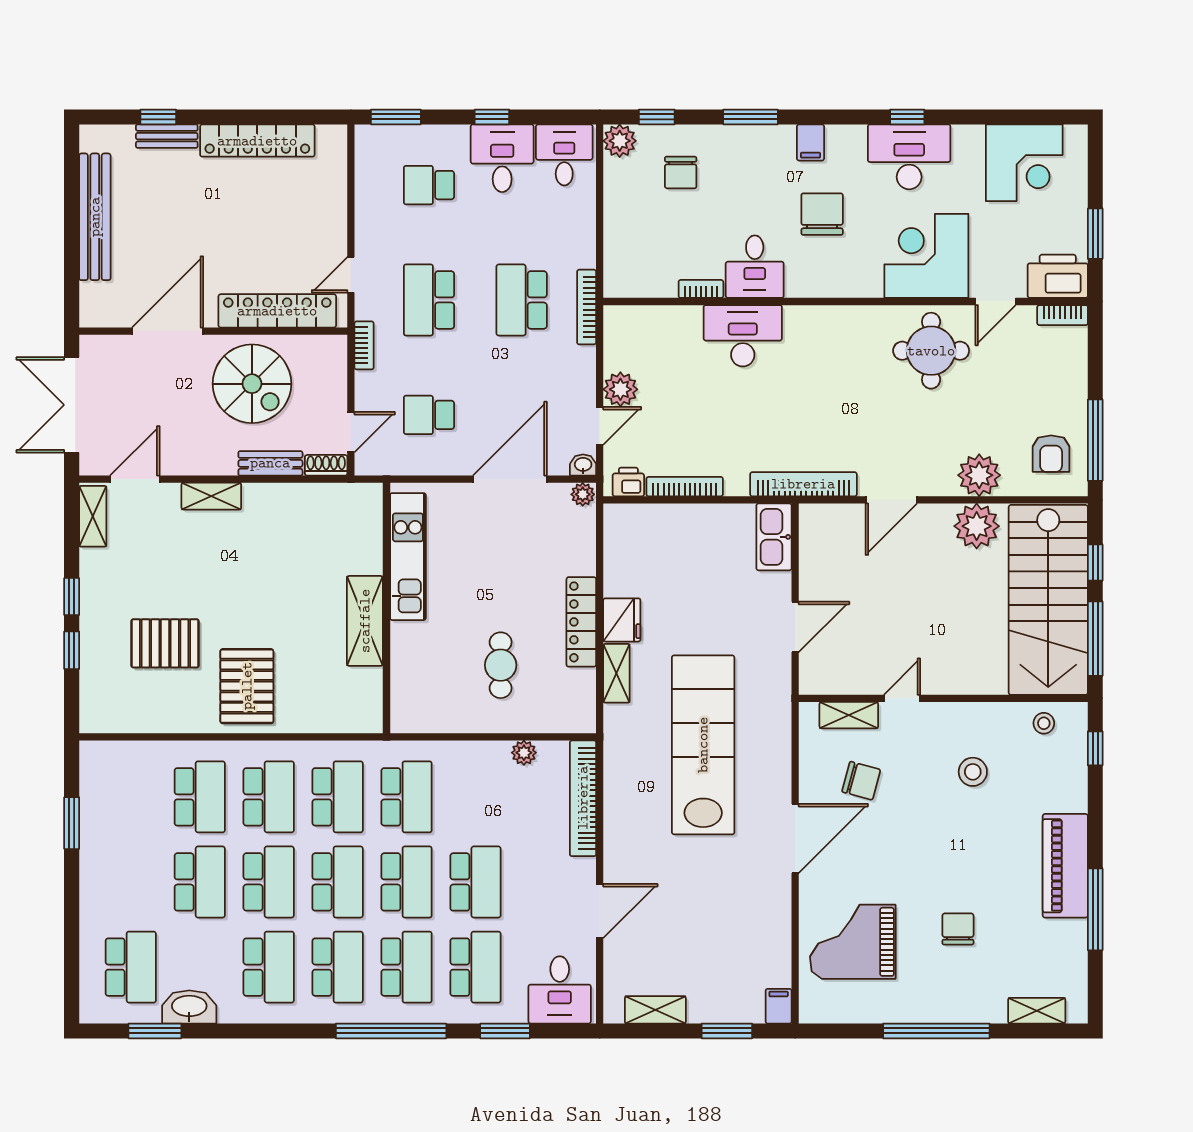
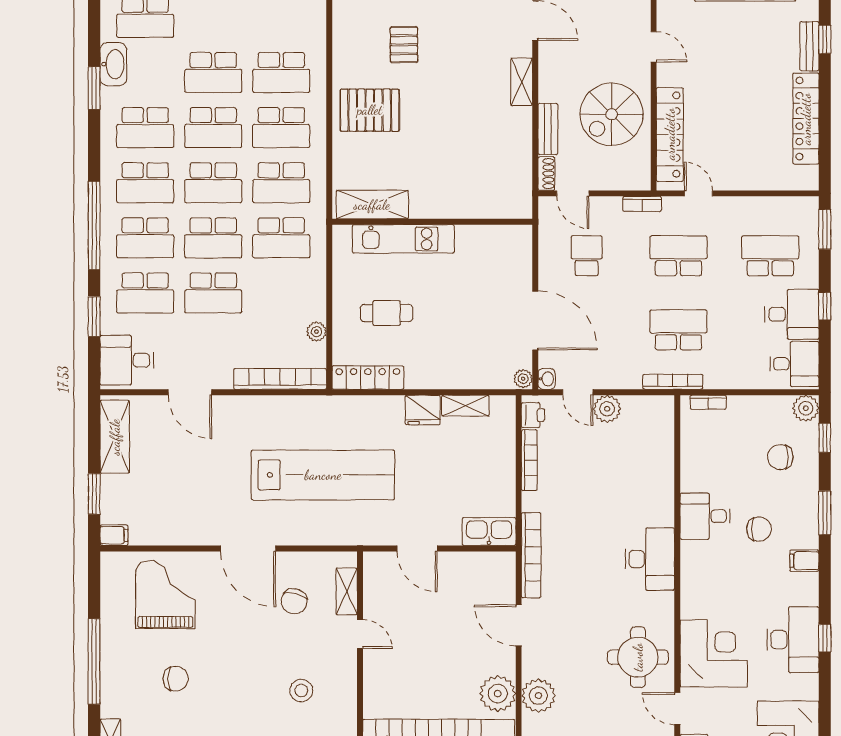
school desk: (429, 185) -> (770, 256), width x1.85
chair: (822, 214) -> (759, 529), moved, width x0.73, depth x0.73
bookcase: (701, 289) -> (708, 402), moved, turned 90
door: (168, 331) -> (654, 47), width x0.53
desk: (743, 336) -> (650, 559), moved
kitchen unit: (408, 557) -> (403, 239), moved
shelving: (365, 621) -> (372, 205), moved
locker: (581, 622) -> (368, 378), moved
pallet: (165, 643) -> (404, 45), width x0.67, depth x0.71
shelving: (616, 673) -> (465, 406), moved
shelving: (655, 1010) -> (115, 437), width x1.50, depth x1.33
window: (155, 1031) -> (94, 88), moved

